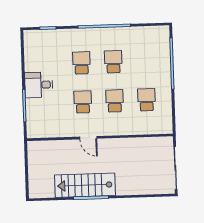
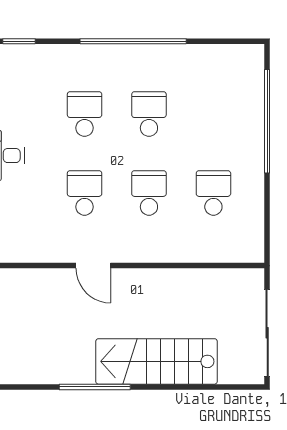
stairs: (85, 185) -> (157, 361), moved

